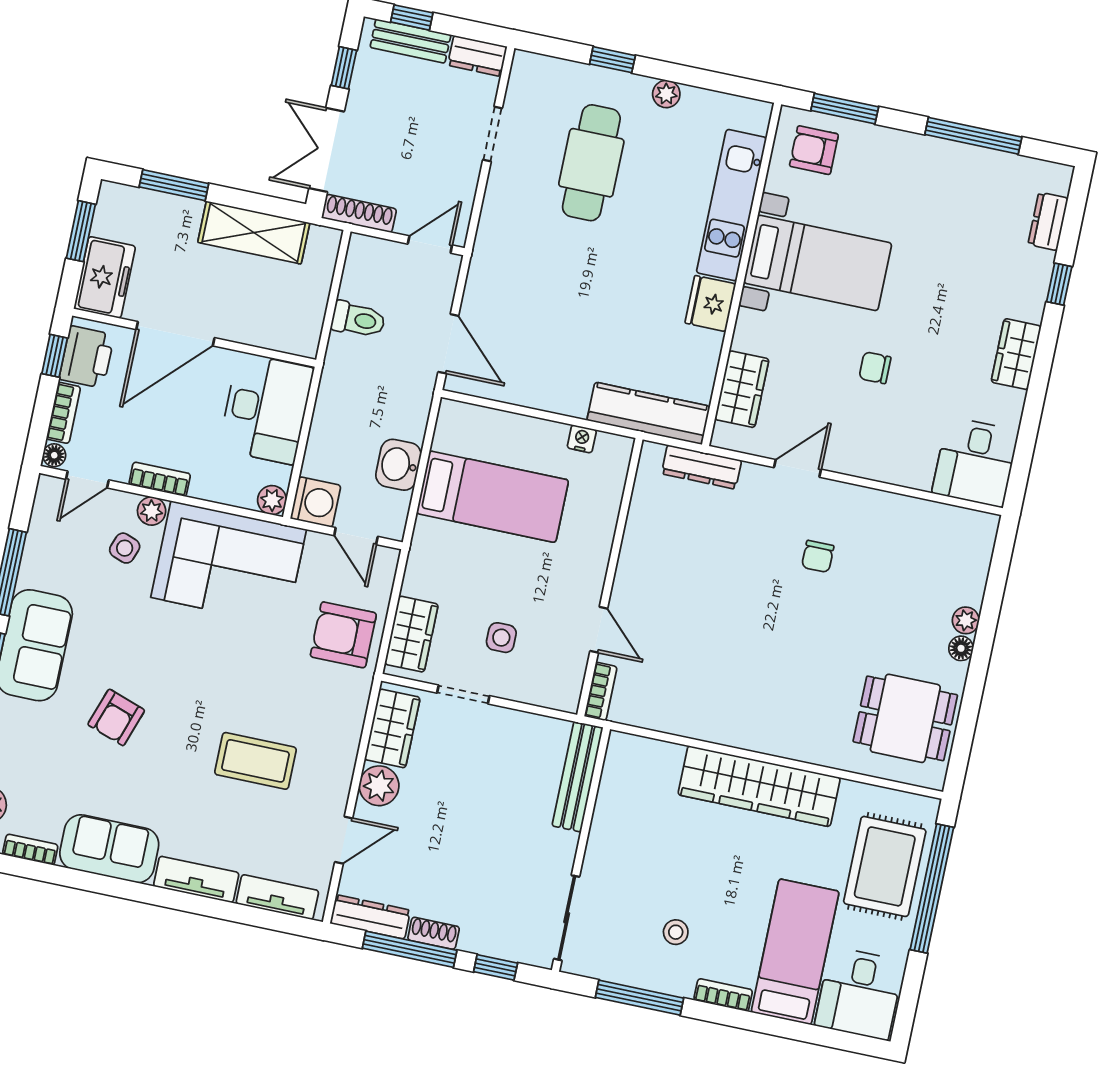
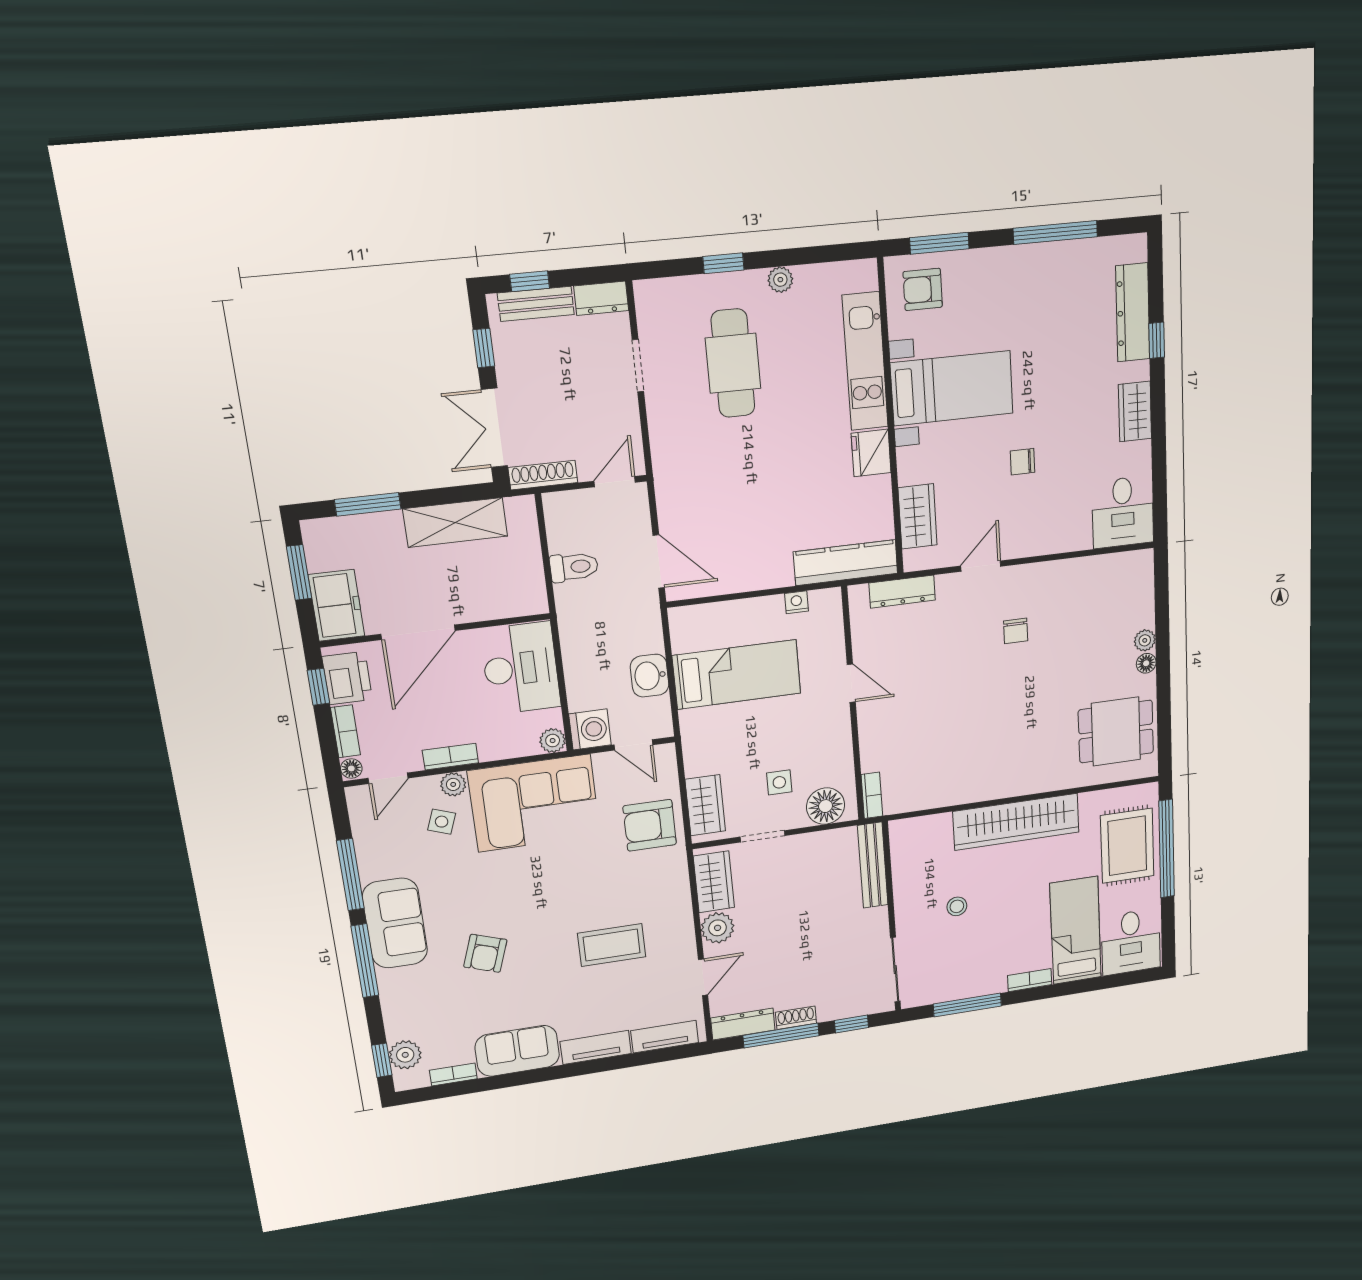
dresser: (1048, 221) -> (1133, 313), width x1.96, depth x1.24
door: (599, 630) -> (851, 683), moved
floor lamp: (545, 685) -> (826, 806), added
stool: (676, 932) -> (957, 906), moved

